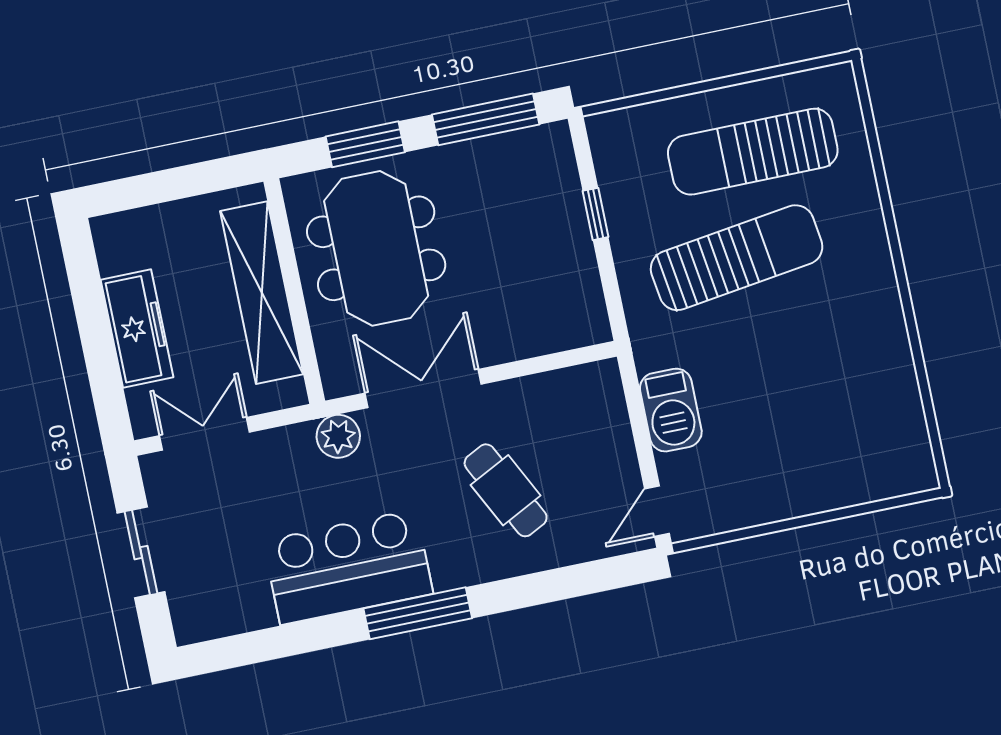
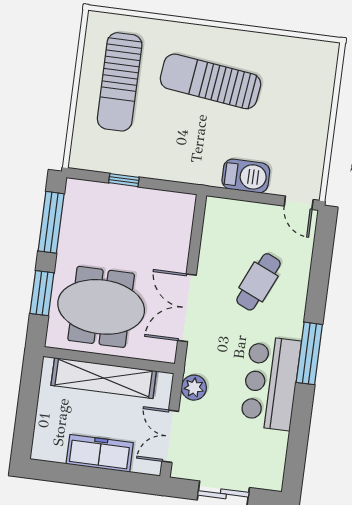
sun lounger: (737, 258) -> (210, 81), moved, turned -75
plant: (338, 436) -> (194, 388), moved
cafe table: (506, 490) -> (258, 282), turned -39

